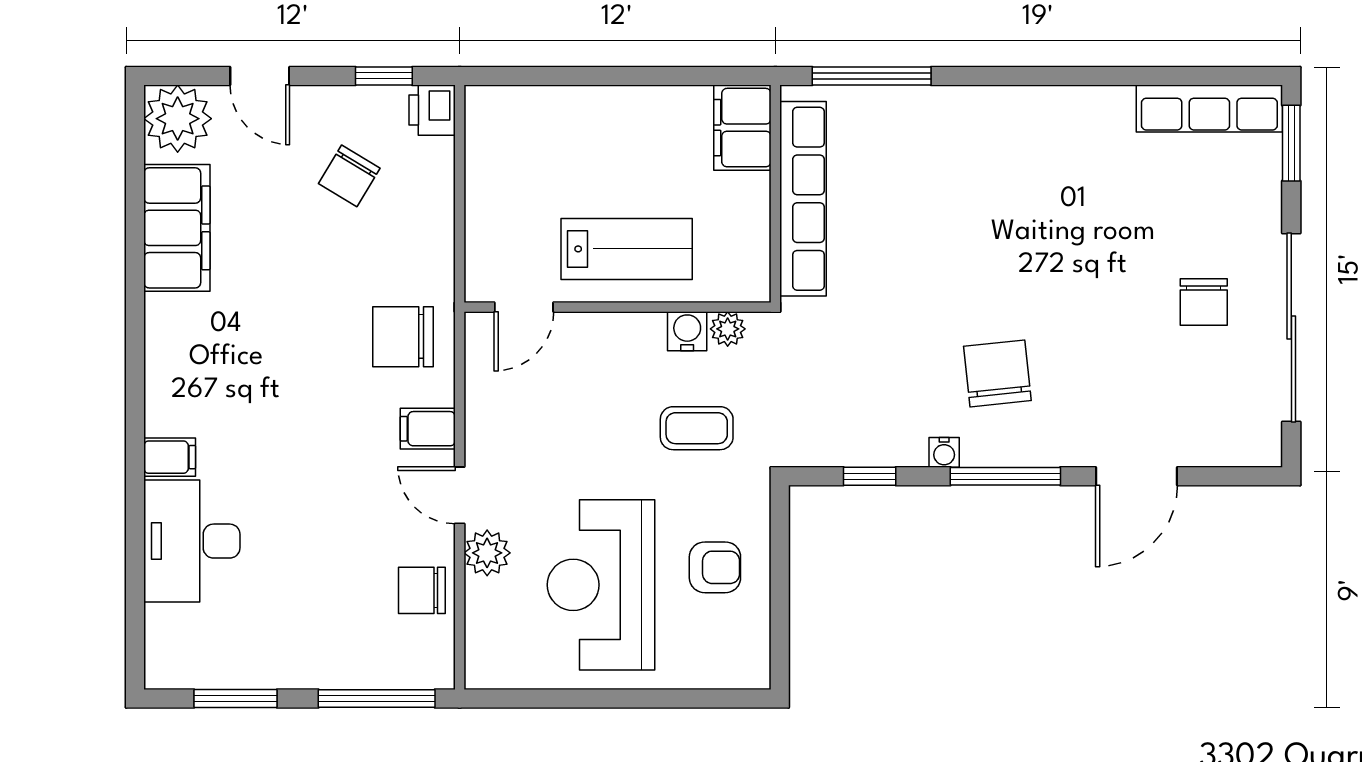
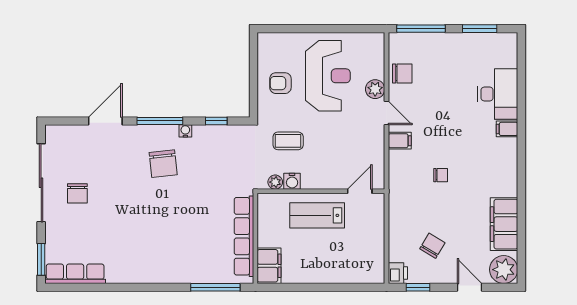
chair: (1204, 302) -> (77, 193), turned 180
chair: (403, 337) -> (441, 175), moved, width x0.54, depth x0.54

